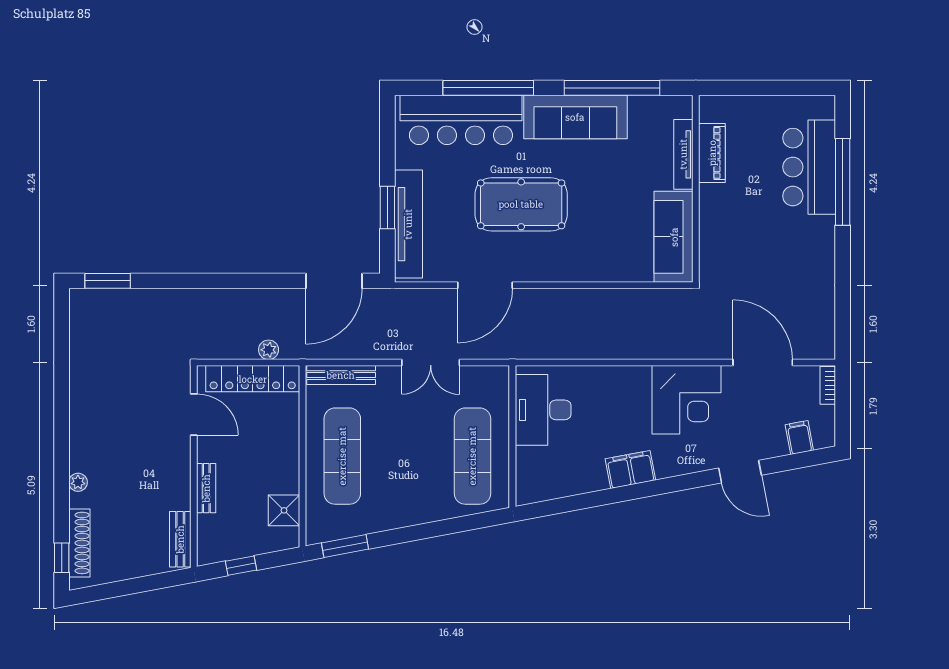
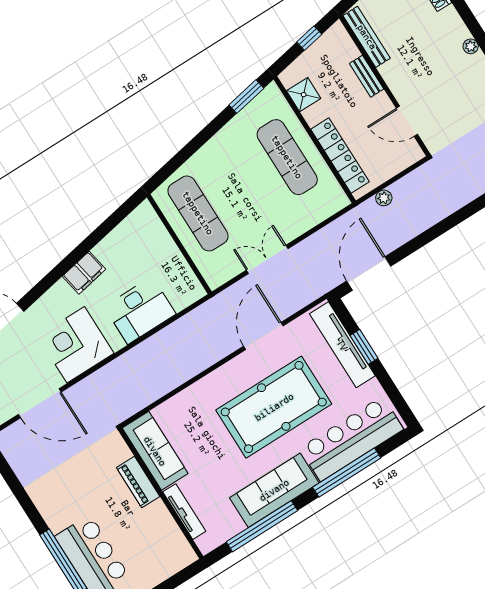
piano: (712, 153) -> (138, 482), moved
pool table: (521, 204) -> (274, 407), width x1.36, depth x1.32
bench: (341, 375) -> (323, 212), removed
locker: (253, 379) -> (340, 155), moved, turned 90
desk: (543, 410) -> (140, 310), moved, turned 90
plant: (78, 482) -> (471, 46), moved
bench: (180, 539) -> (367, 37), width x1.36

